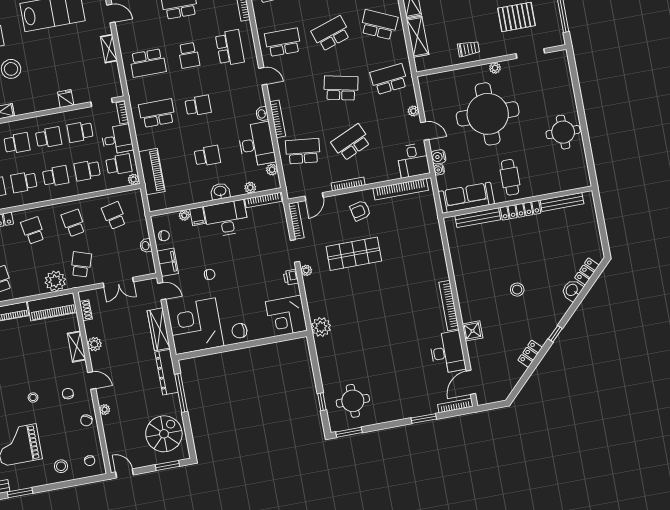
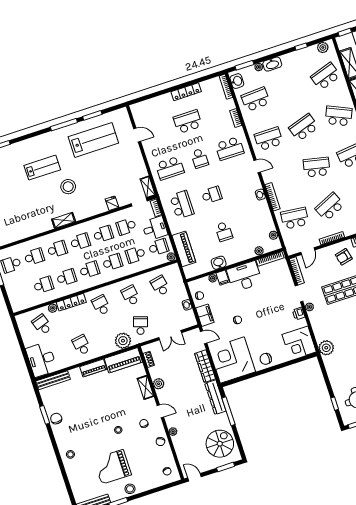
school desk: (230, 48) -> (229, 148), turned 90
shelving: (109, 49) -> (148, 187), moved
school desk: (157, 113) -> (182, 205), turned 90
desk: (257, 144) -> (259, 218), removed
school desk: (207, 156) -> (224, 232), turned 90
school desk: (24, 182) -> (89, 270), turned 180
washbasin: (220, 191) -> (219, 263), moved
stool: (61, 466) -> (130, 489), moved

